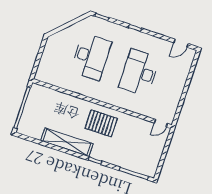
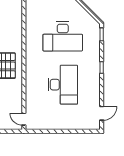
door: (181, 43) -> (102, 113), swing flipped
desk: (139, 73) -> (63, 85), turned 90

